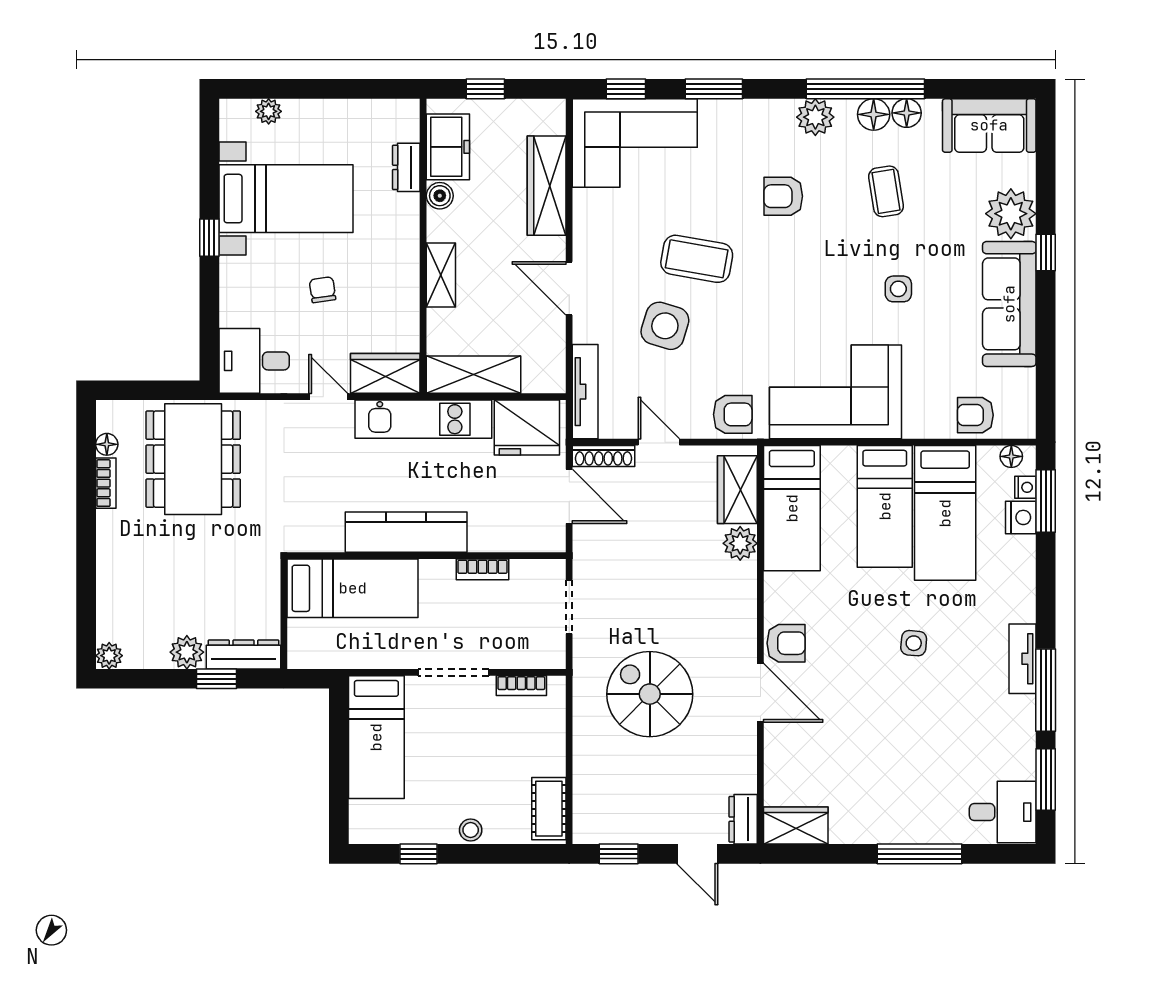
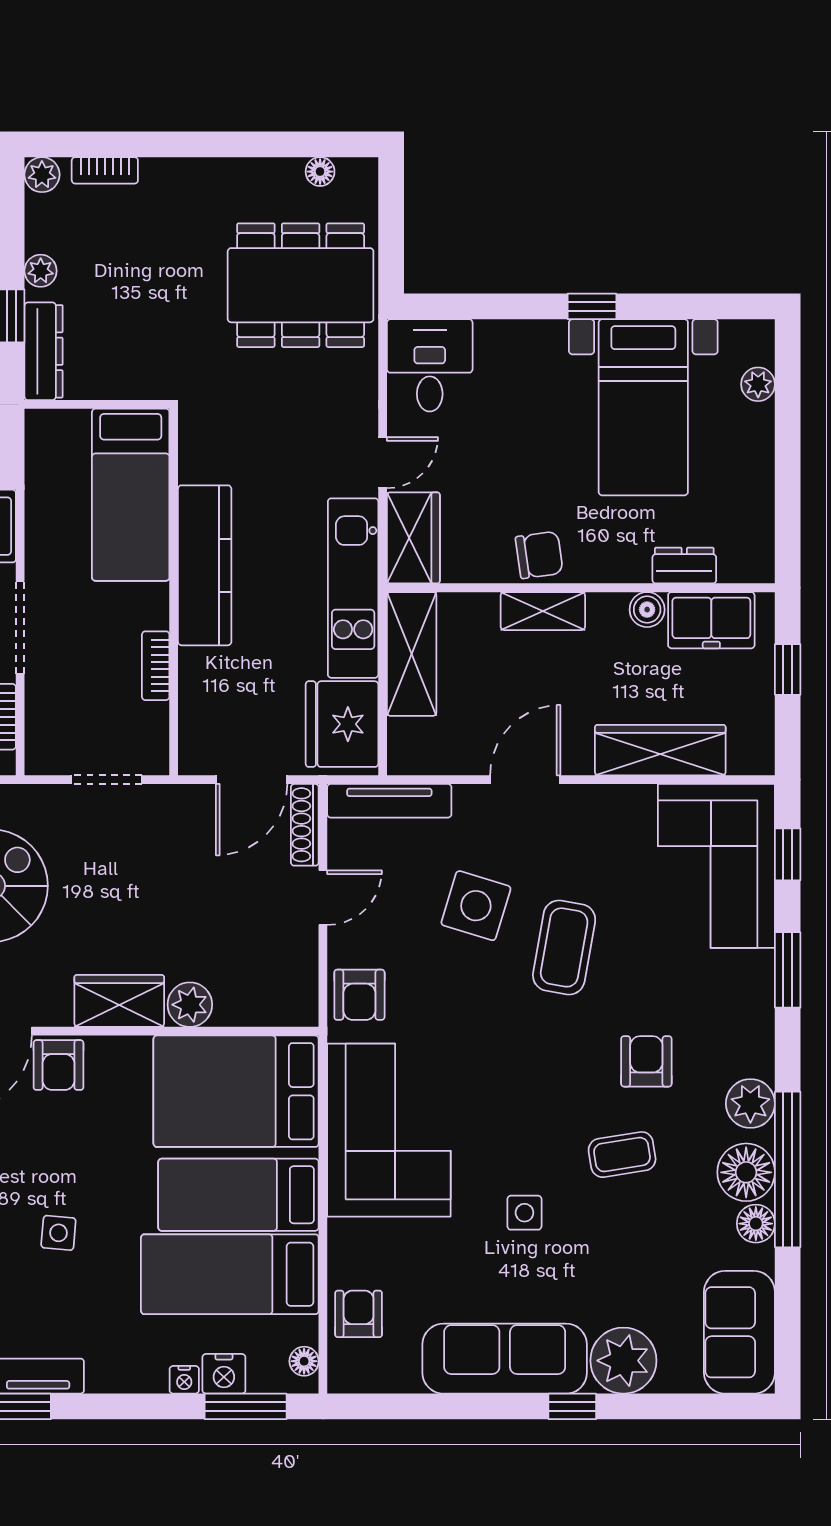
floor lamp: (874, 114) -> (746, 1172), width x1.38, depth x1.38
coffee table: (886, 191) -> (622, 1155), moved
chair: (323, 290) -> (539, 555), moved, width x1.37, depth x1.37
bookcase: (106, 483) -> (105, 170), moved
nightstand: (1025, 487) -> (184, 1380), moved
wardrobe: (737, 490) -> (119, 1001), moved
bed: (792, 508) -> (236, 1091), width x1.50
plant: (187, 652) -> (41, 271), width x0.73, depth x0.73

